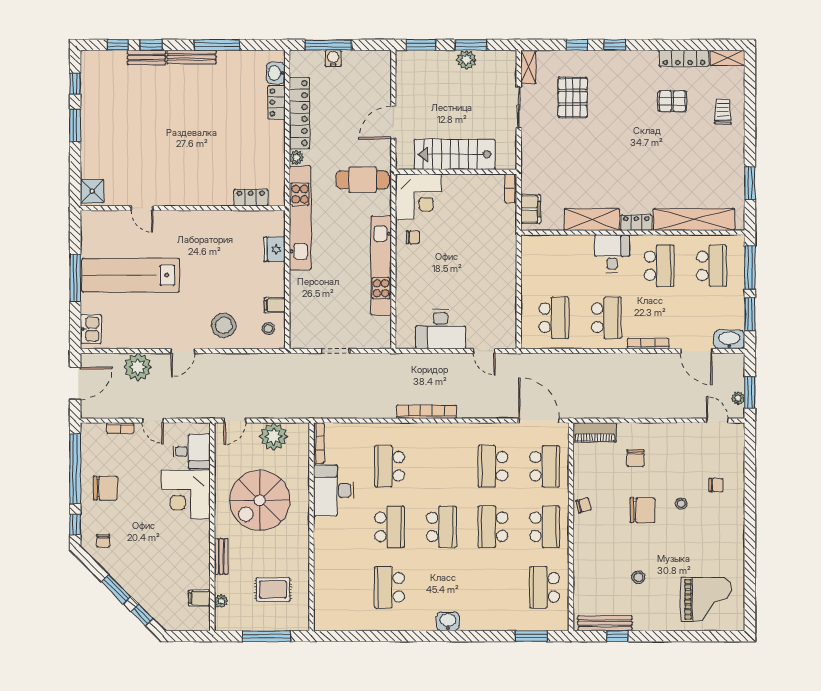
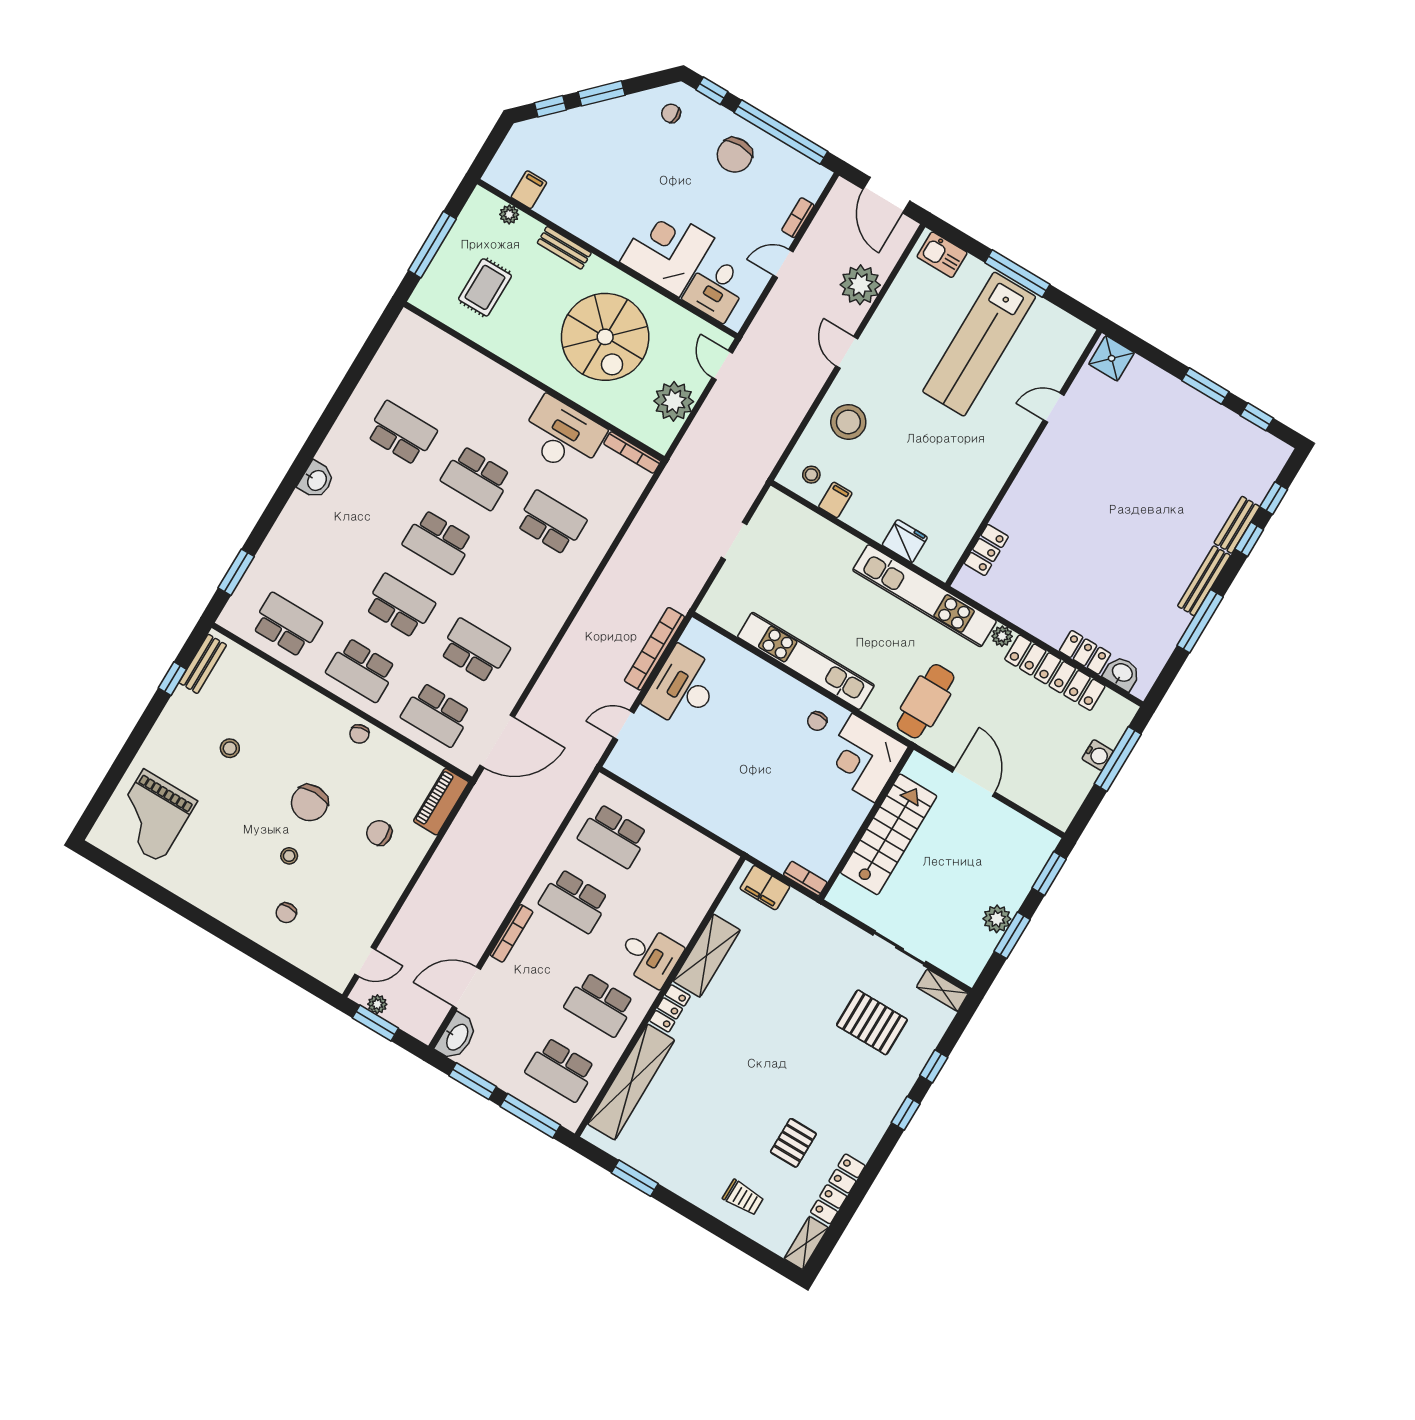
lab bench: (131, 275) -> (979, 344), turned 180
bookcase: (426, 412) -> (654, 649), moved, turned 180
spiral stairs: (260, 500) -> (605, 337), turned 180
bench: (605, 623) -> (203, 664), width x0.73

